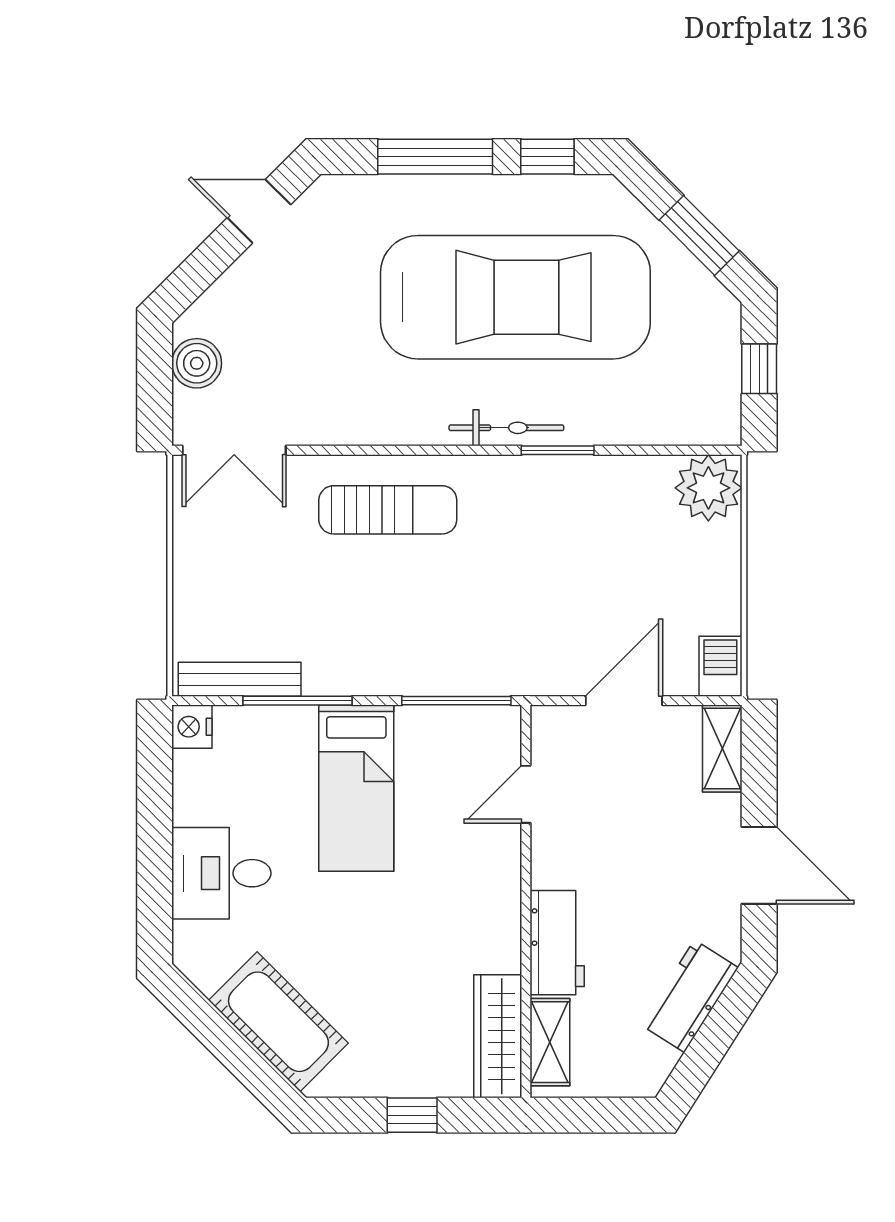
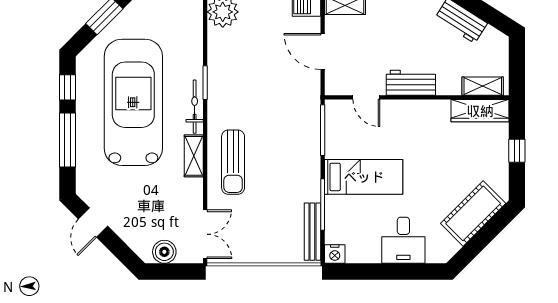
shelving: (401, 426) -> (194, 156), added
sun lounger: (388, 510) -> (233, 162), turned 180
workbench: (557, 943) -> (411, 83), moved

